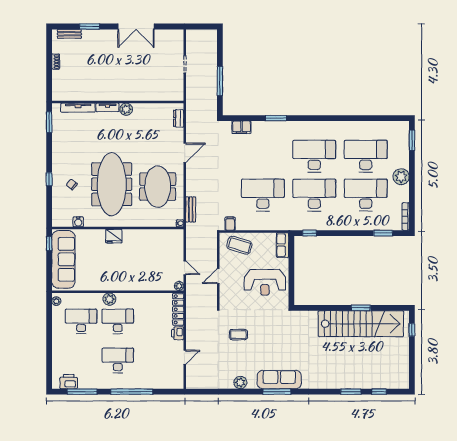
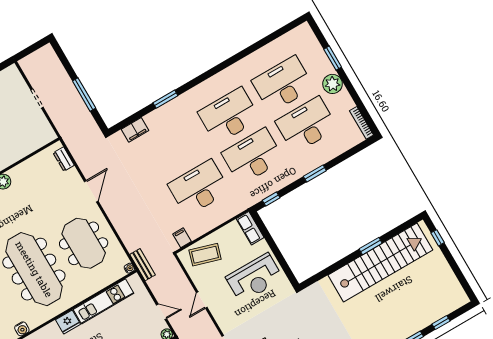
window: (412, 140) -> (333, 58), moved
bench: (191, 209) -> (142, 265), moved
window: (383, 233) -> (315, 174), moved
kitchen unit: (148, 236) -> (104, 301), added

